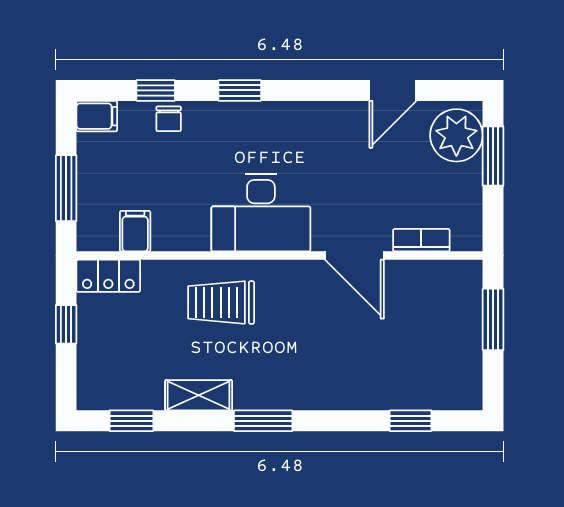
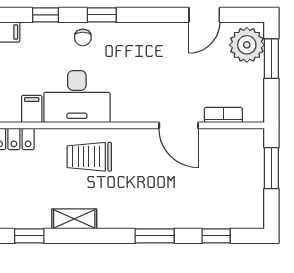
chair: (169, 119) -> (83, 37), moved
desk: (261, 213) -> (77, 97), moved
window: (263, 421) -> (155, 236), moved

